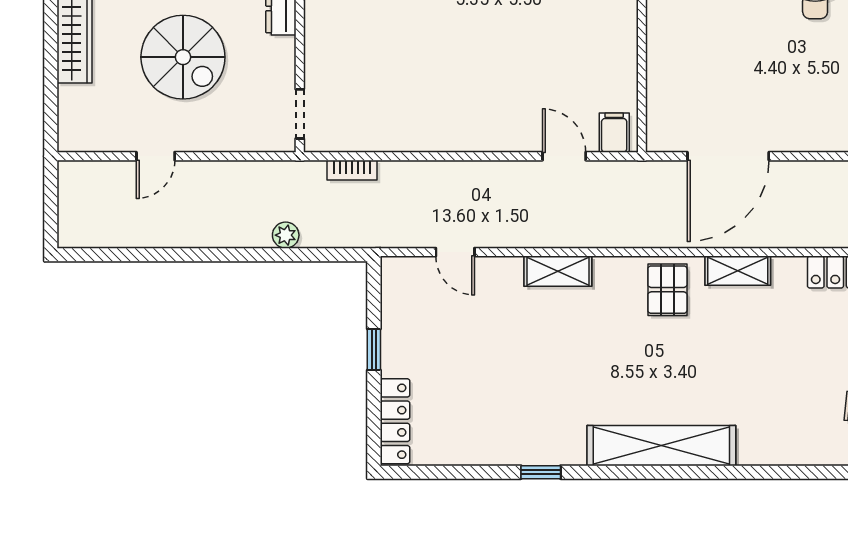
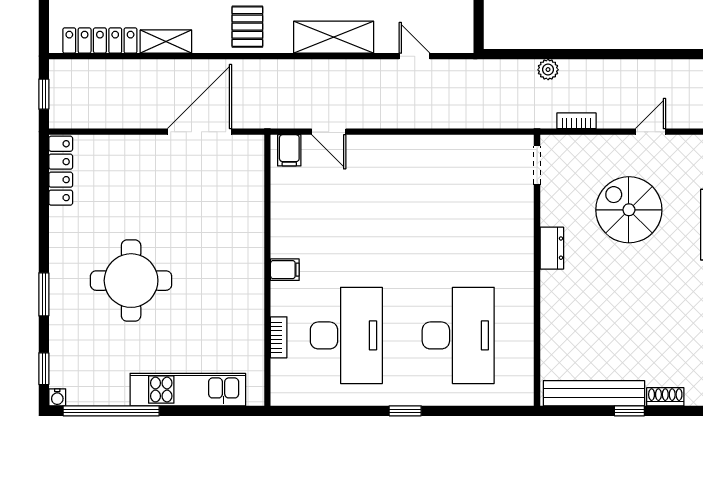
bookcase: (352, 170) -> (576, 121), moved
shelving: (558, 271) -> (334, 37), width x1.50, depth x1.33
shelving: (738, 271) -> (166, 42), moved

